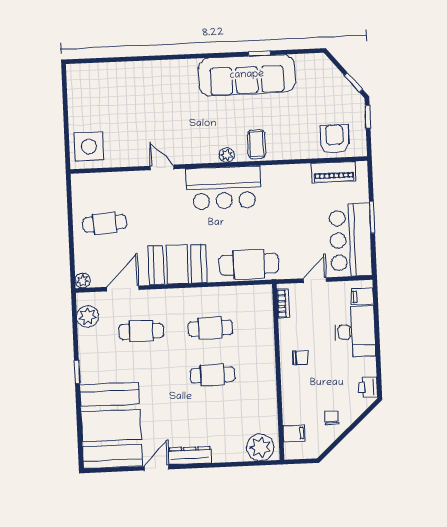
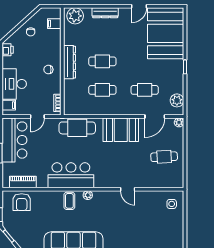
side table: (89, 147) -> (172, 204), width x0.54, depth x0.54
bar counter: (224, 188) -> (71, 175), moved
dresser: (266, 371) -> (69, 62), added
dresser: (190, 456) -> (105, 13), moved

